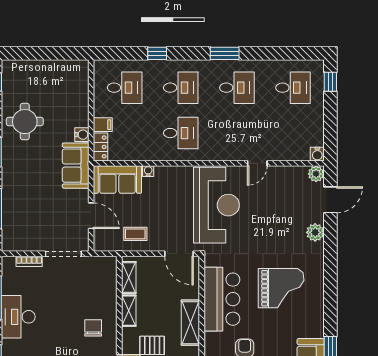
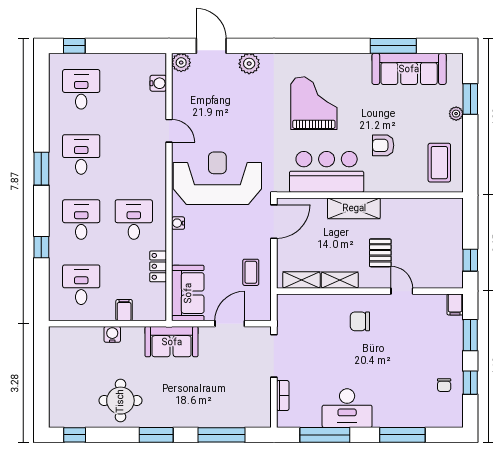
water cooler: (82, 135) -> (112, 334), moved
locker: (101, 147) -> (158, 266), moved, turned -90
water cooler: (317, 154) -> (158, 83), moved
water cooler: (148, 171) -> (178, 223), moved

